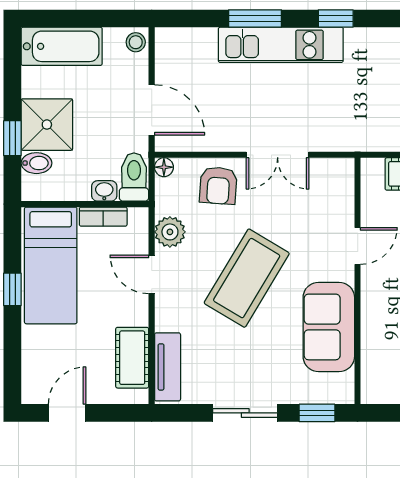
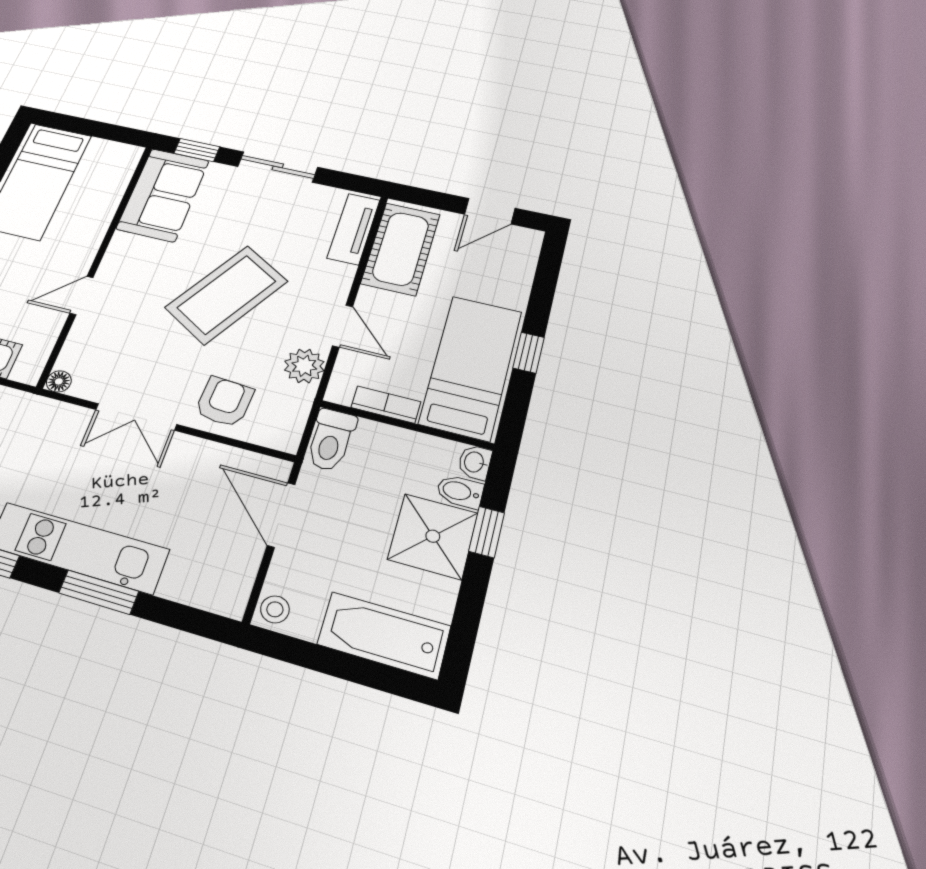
double door: (278, 155) -> (136, 417), swing flipped
floor lamp: (164, 167) -> (59, 381), moved
washbasin: (104, 191) -> (475, 462), moved, turned 90
sofa: (329, 327) -> (163, 195), moved
cot: (132, 358) -> (401, 249), width x1.37, depth x1.34

